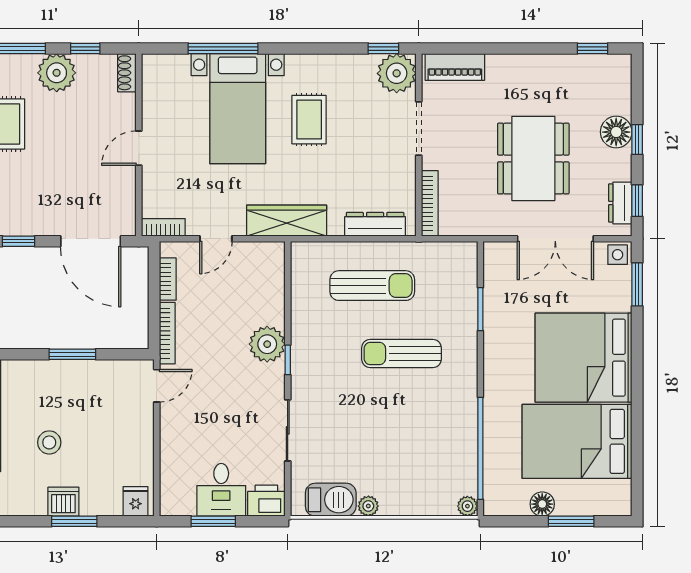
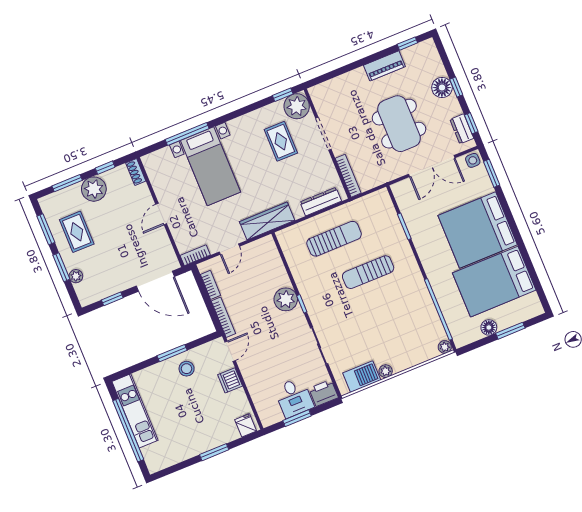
piano: (455, 67) -> (384, 66), moved
rug: (309, 120) -> (281, 141), moved
stool: (49, 442) -> (187, 369), moved
dishwasher: (63, 502) -> (230, 380), moved, turned -90

